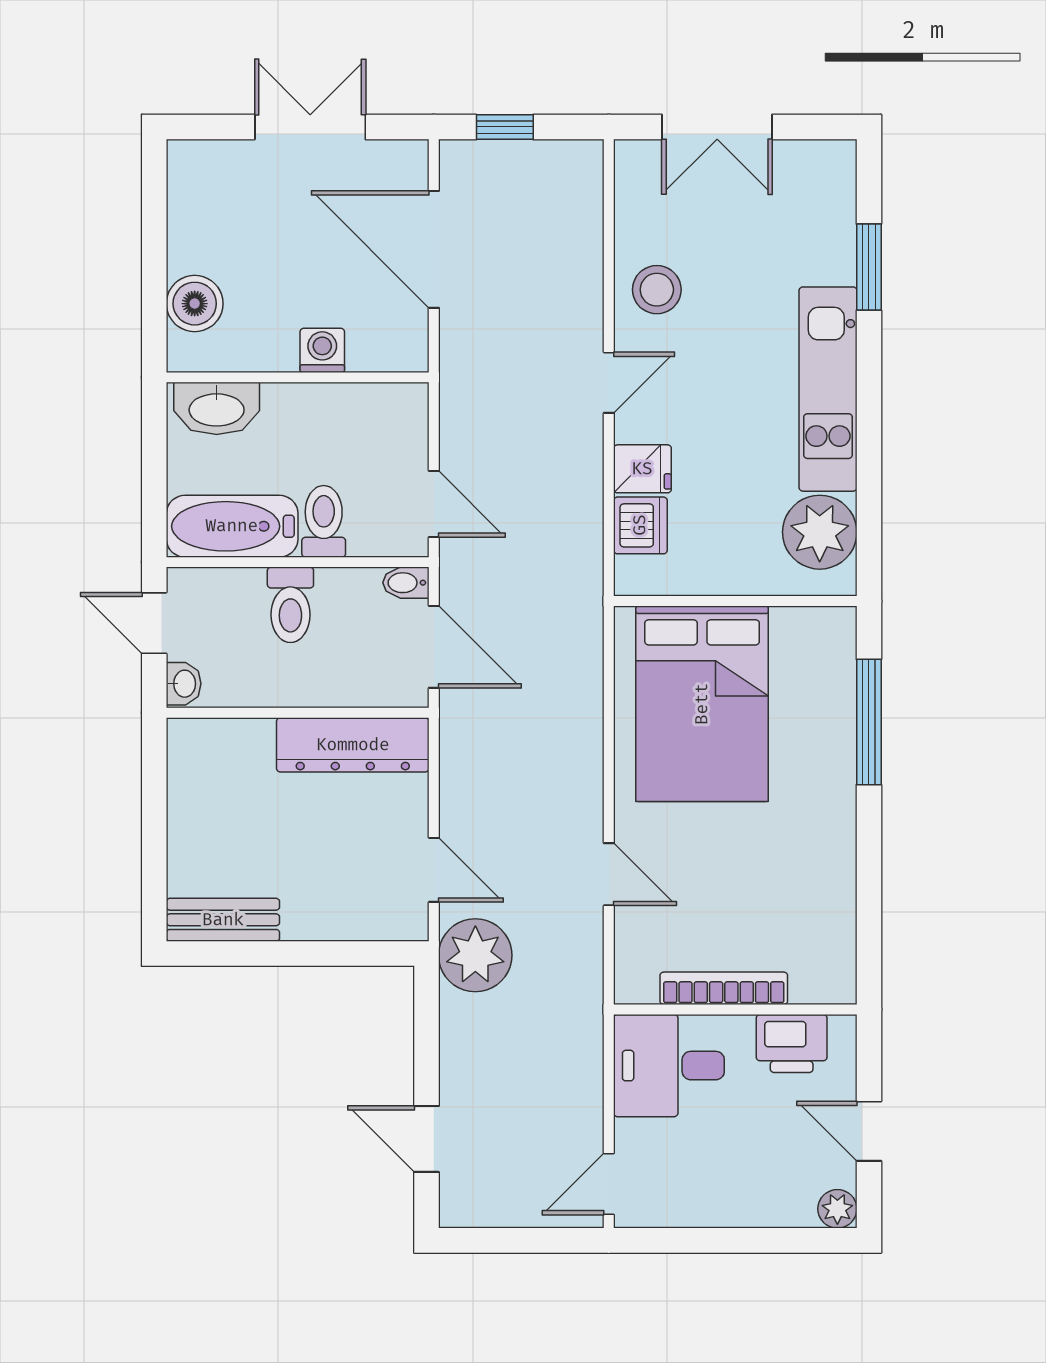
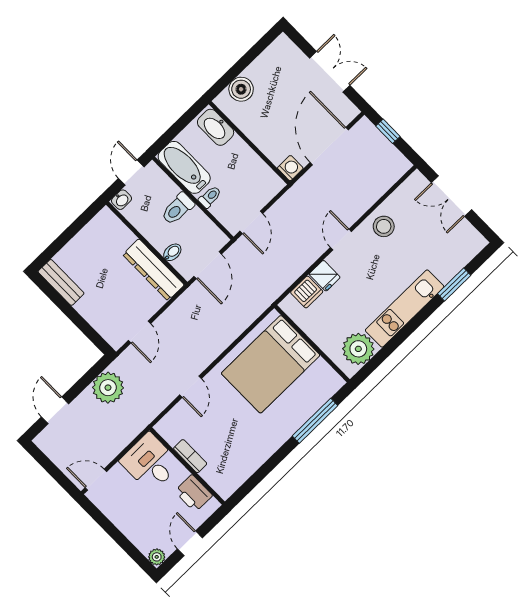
washing machine: (322, 350) -> (290, 168), moved
door: (609, 383) -> (341, 240), swing flipped
toilet: (324, 521) -> (210, 197), width x0.73, depth x0.72
bidet: (406, 583) -> (172, 252), moved, turned 90
plant: (475, 955) -> (108, 388), moved
bookcase: (724, 988) -> (190, 456), width x0.64

